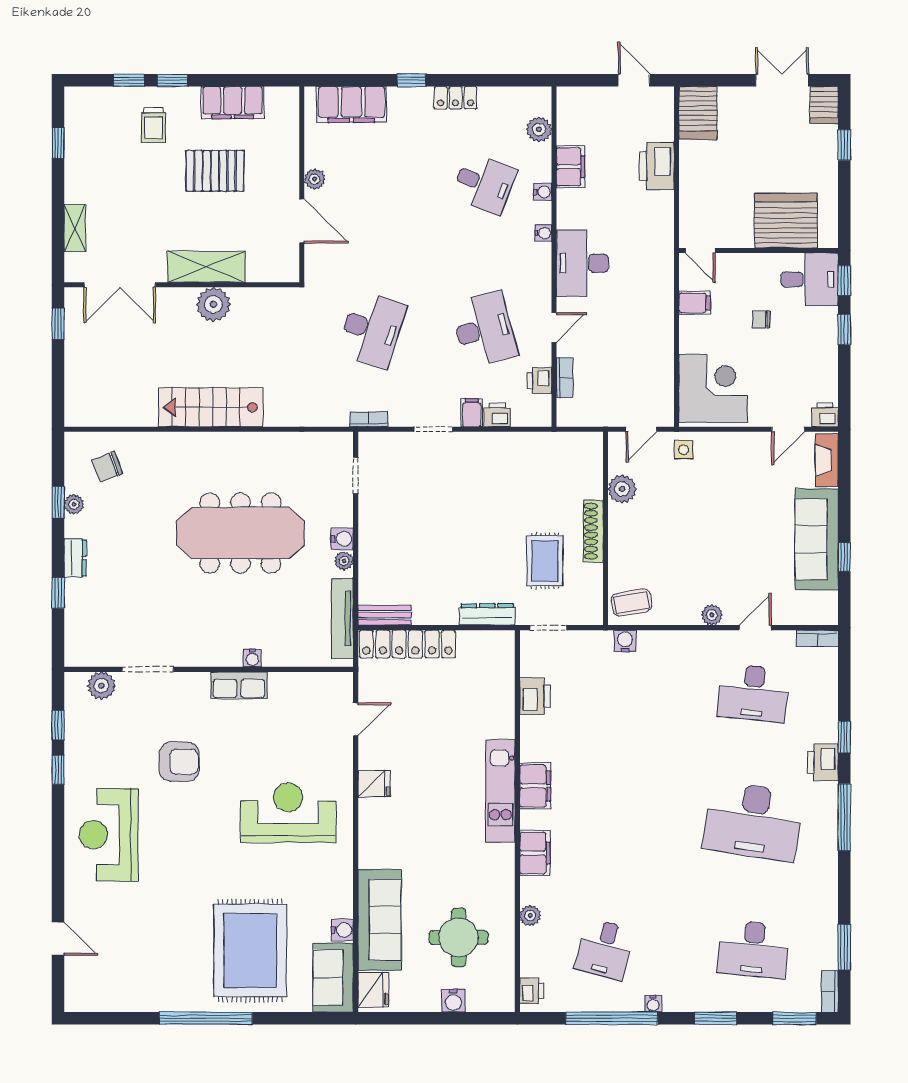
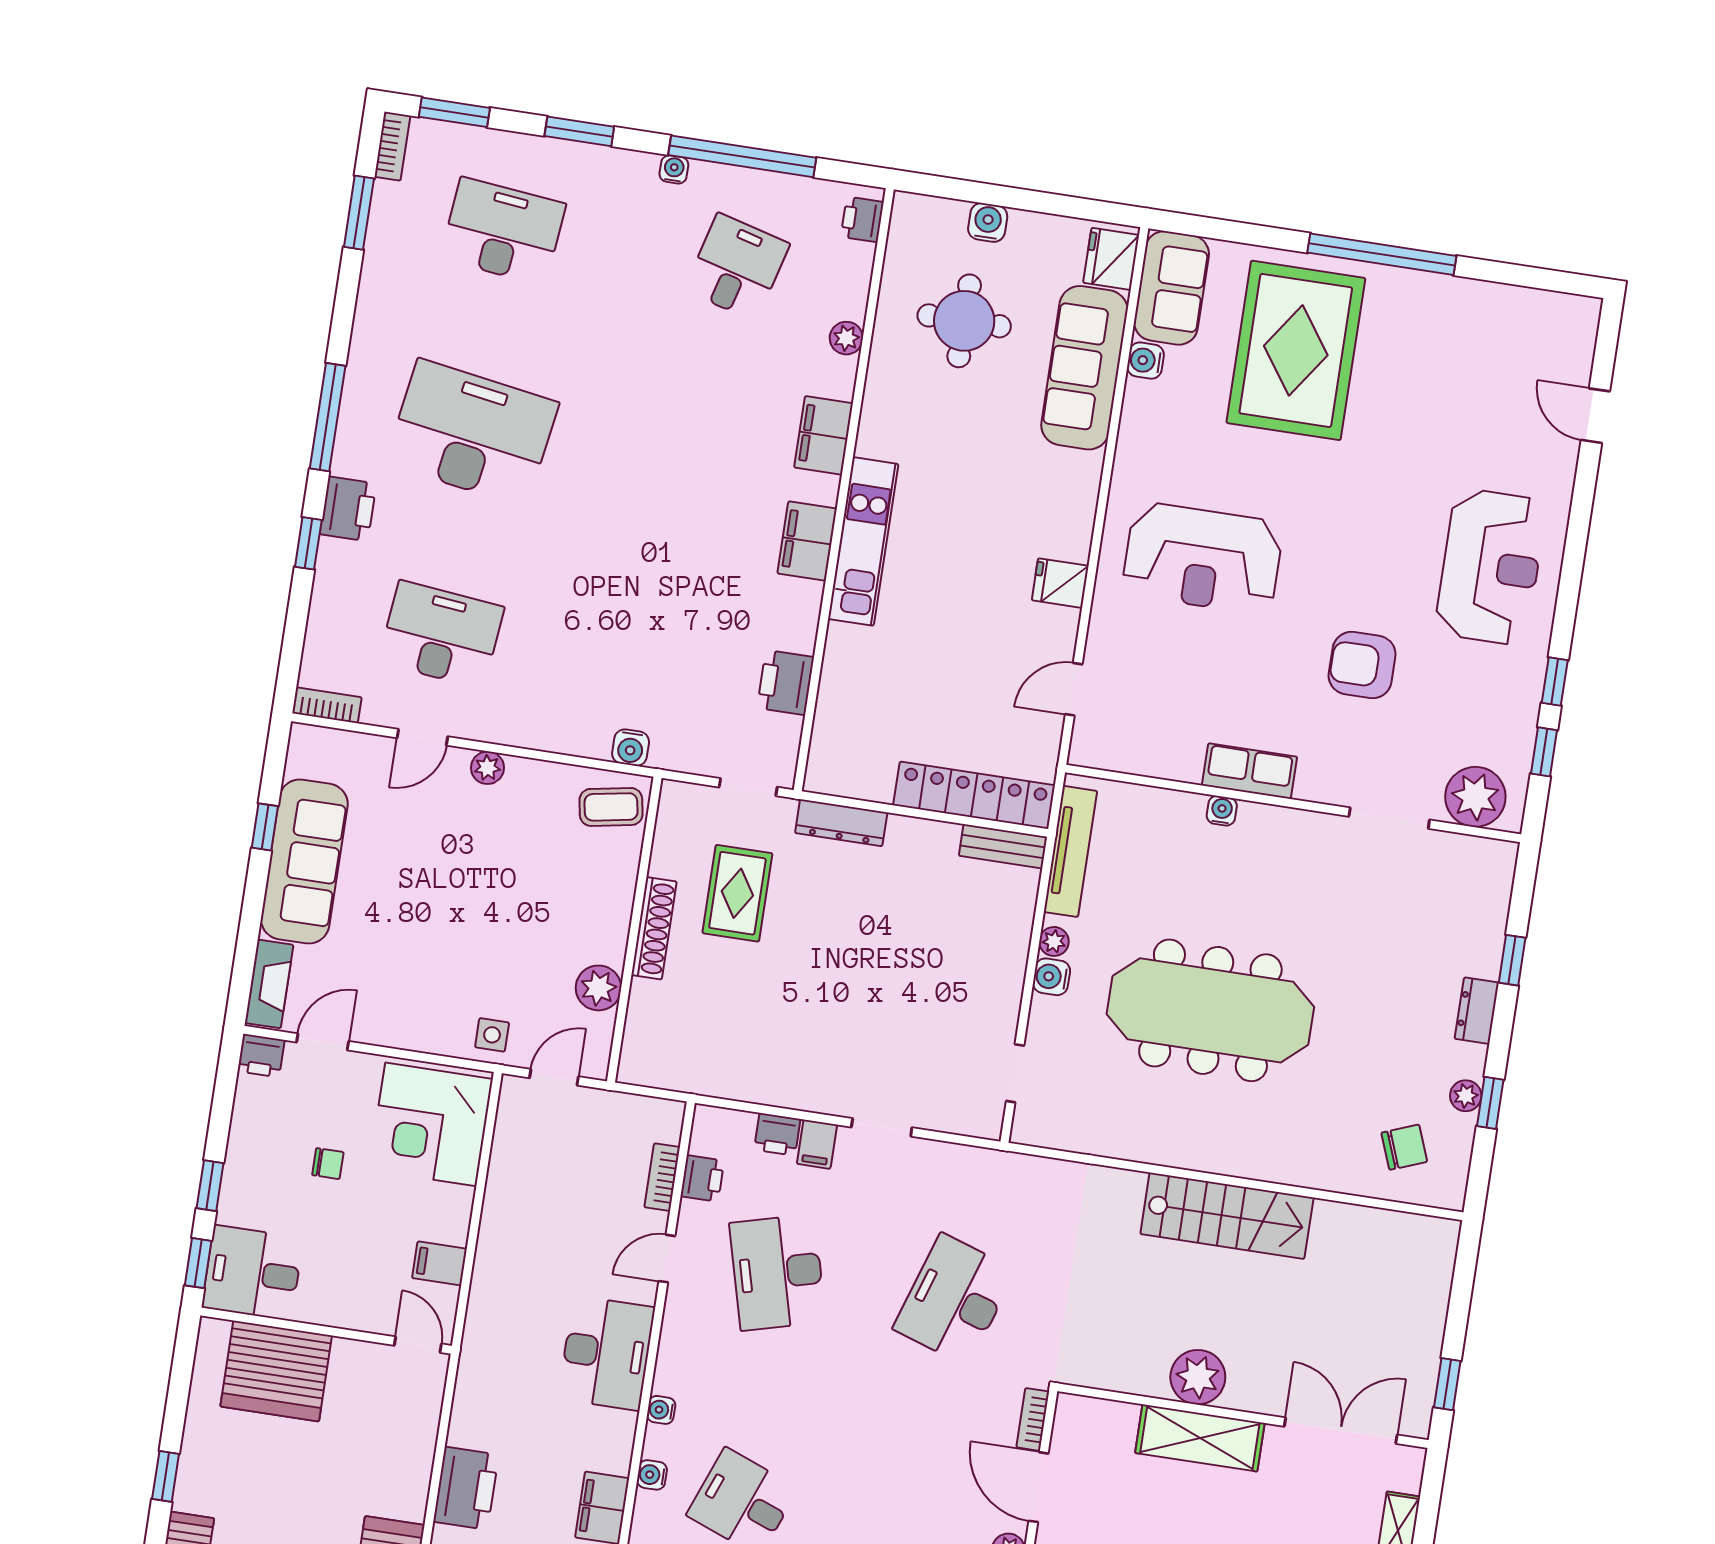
chair: (761, 319) -> (328, 1164), moved
bookcase: (369, 419) -> (1033, 1419), moved, turned 90
plant: (101, 686) -> (1475, 797), width x1.36, depth x1.36

